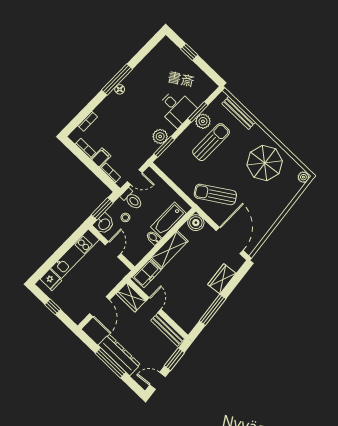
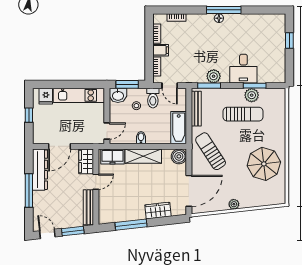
bench: (239, 113) -> (196, 109), moved
plant: (303, 177) -> (234, 204), moved
bathtub: (168, 220) -> (179, 128), moved, turned -90
door: (113, 249) -> (107, 131), moved
dresser: (119, 355) -> (40, 170), moved

